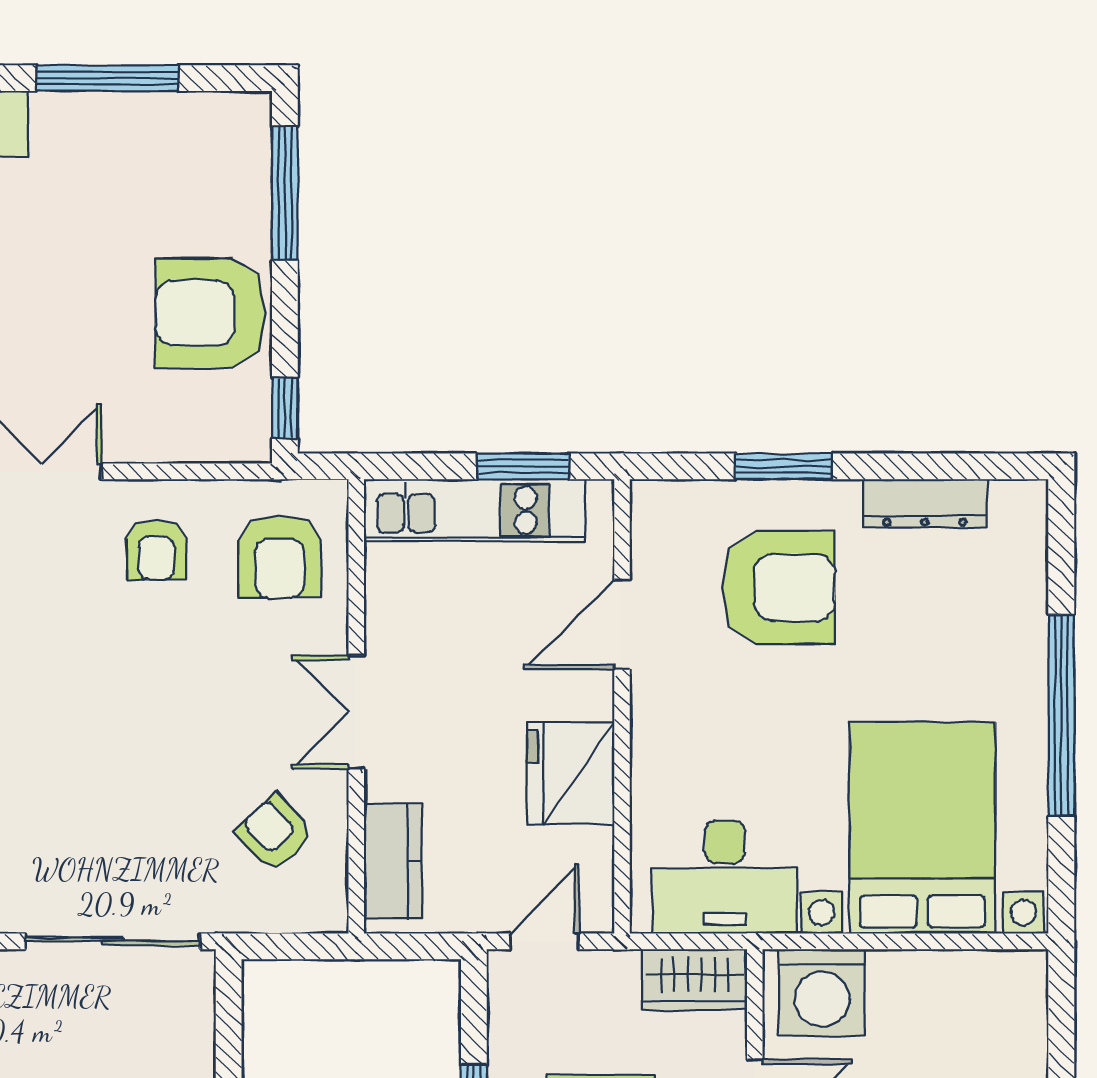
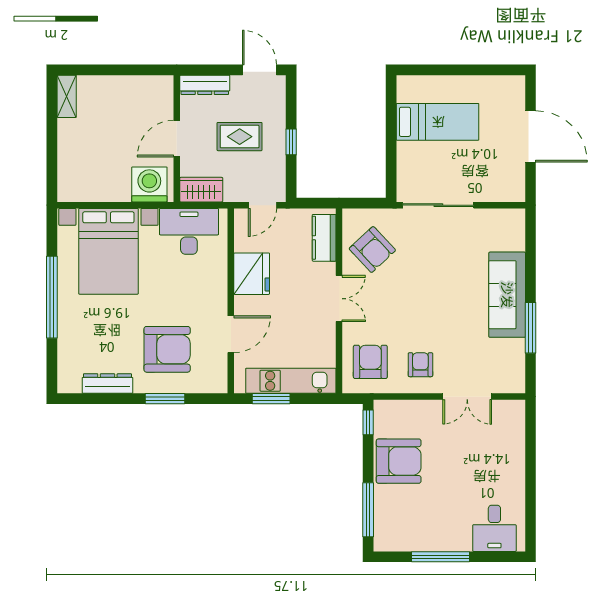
armchair: (778, 587) -> (167, 349), turned 180
armchair: (275, 833) -> (372, 249), width x1.38, depth x1.38

